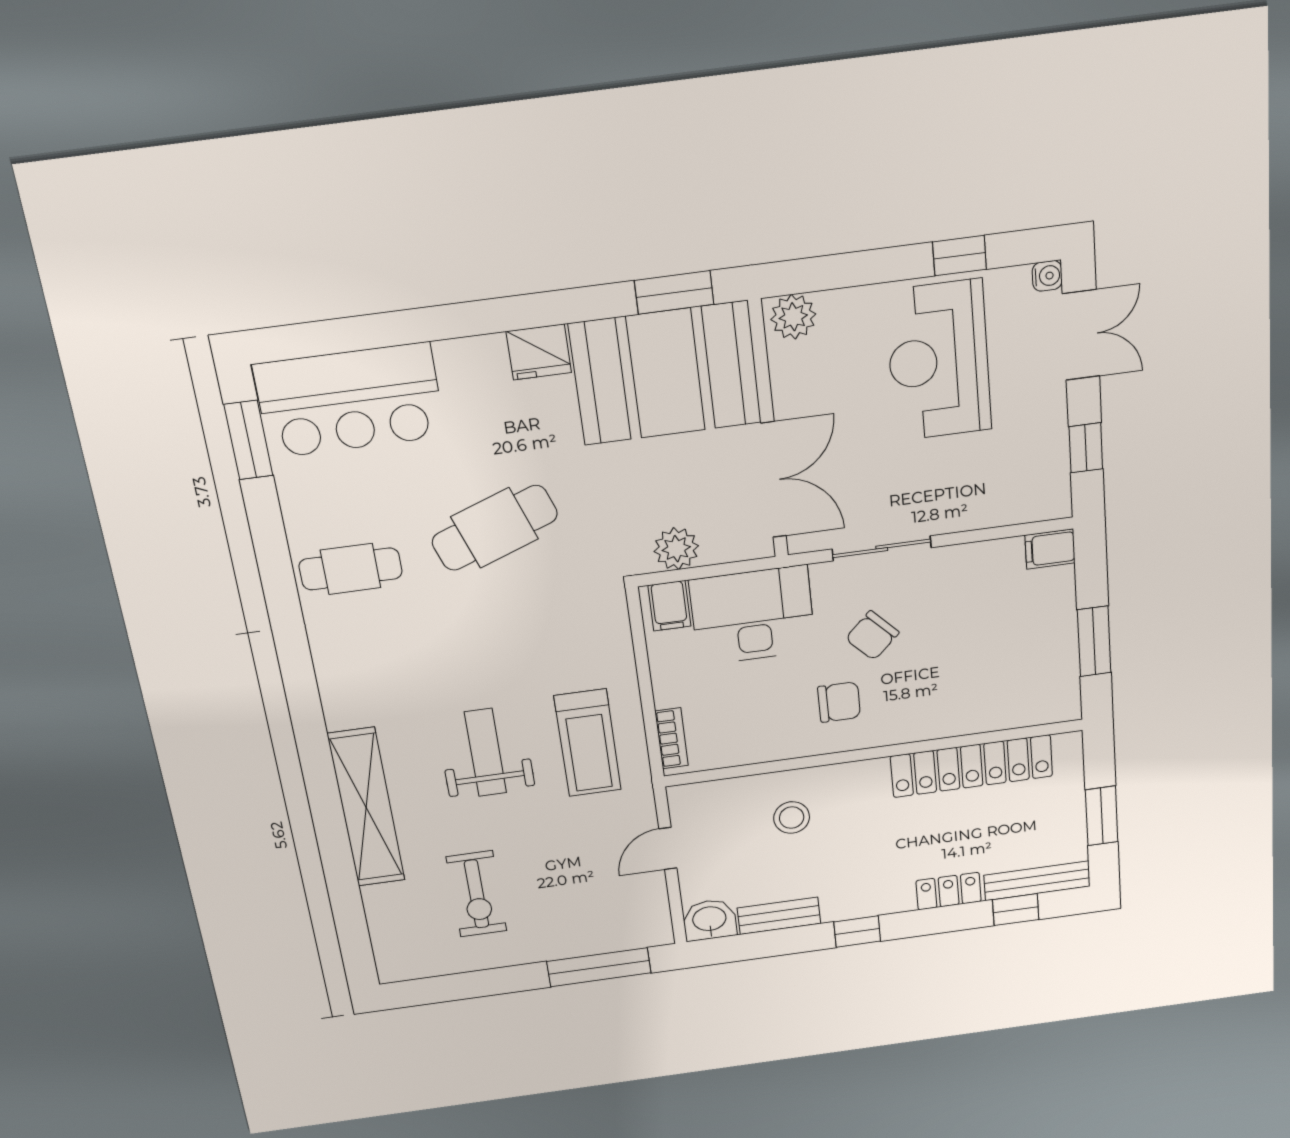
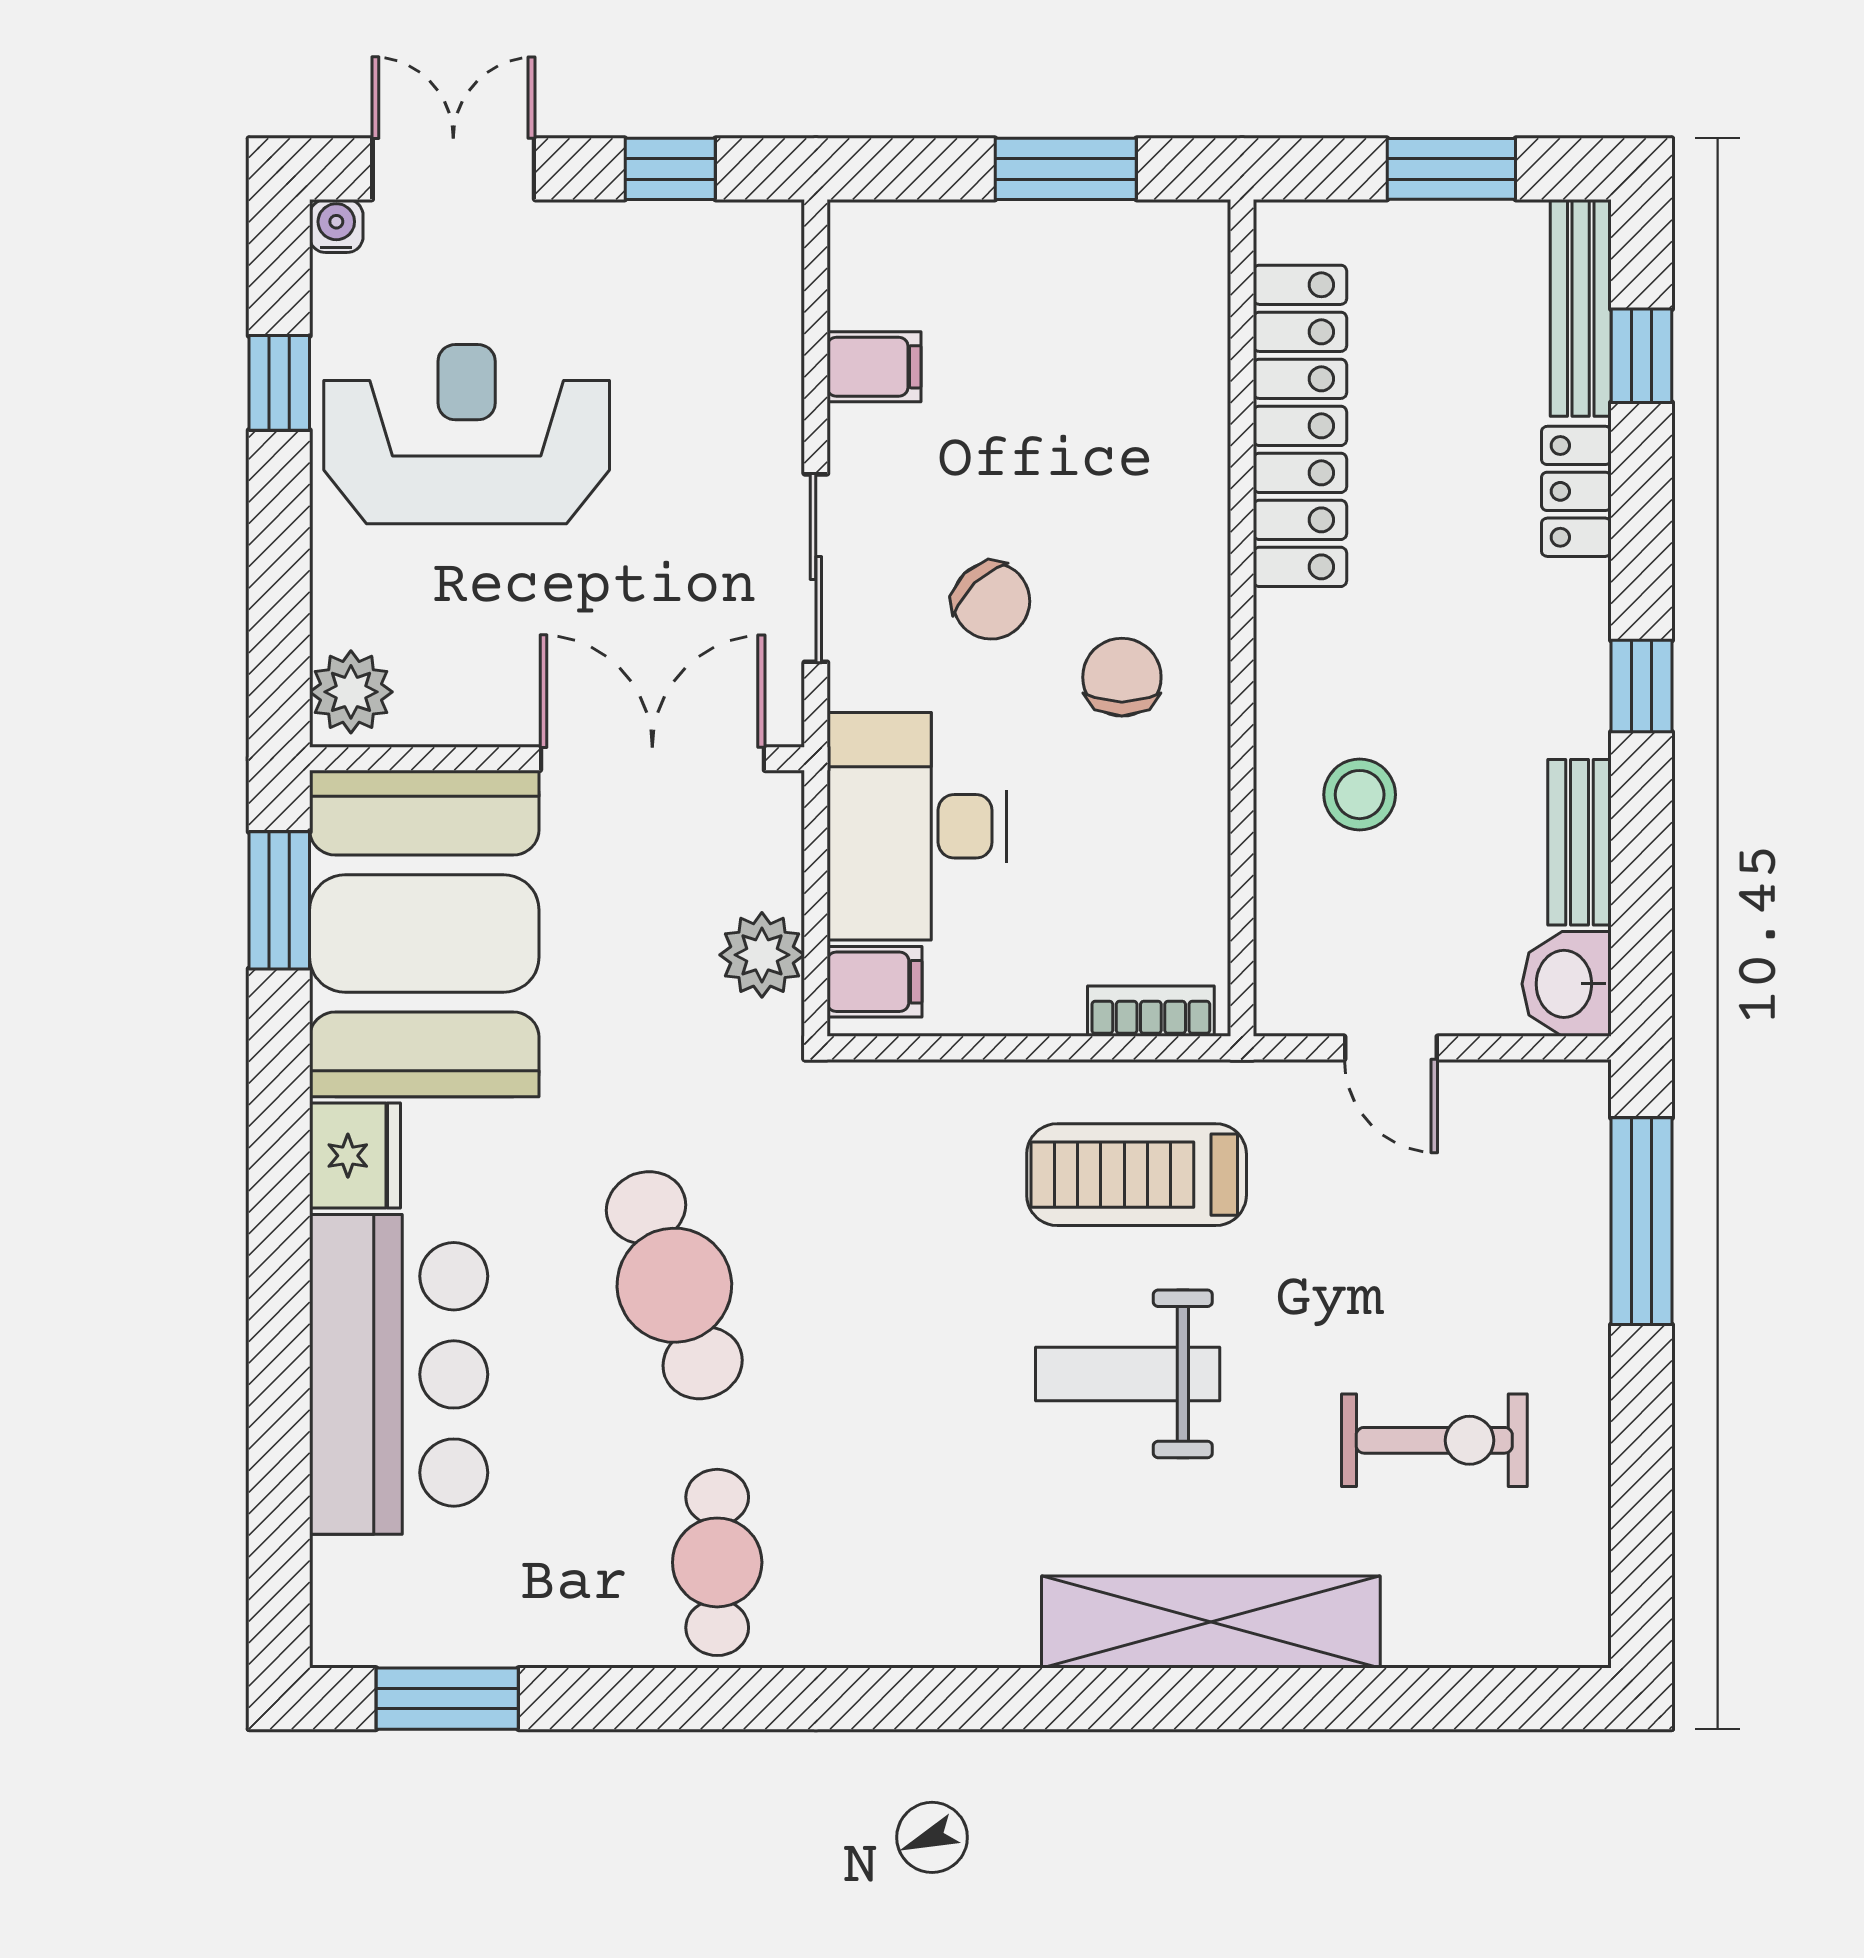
reception desk: (939, 361) -> (467, 434), turned 180
bar counter: (350, 400) -> (399, 1374), moved
filing cabinet: (1050, 549) -> (874, 367), moved, turned -90
treadmill: (588, 743) -> (1137, 1175), turned 180

